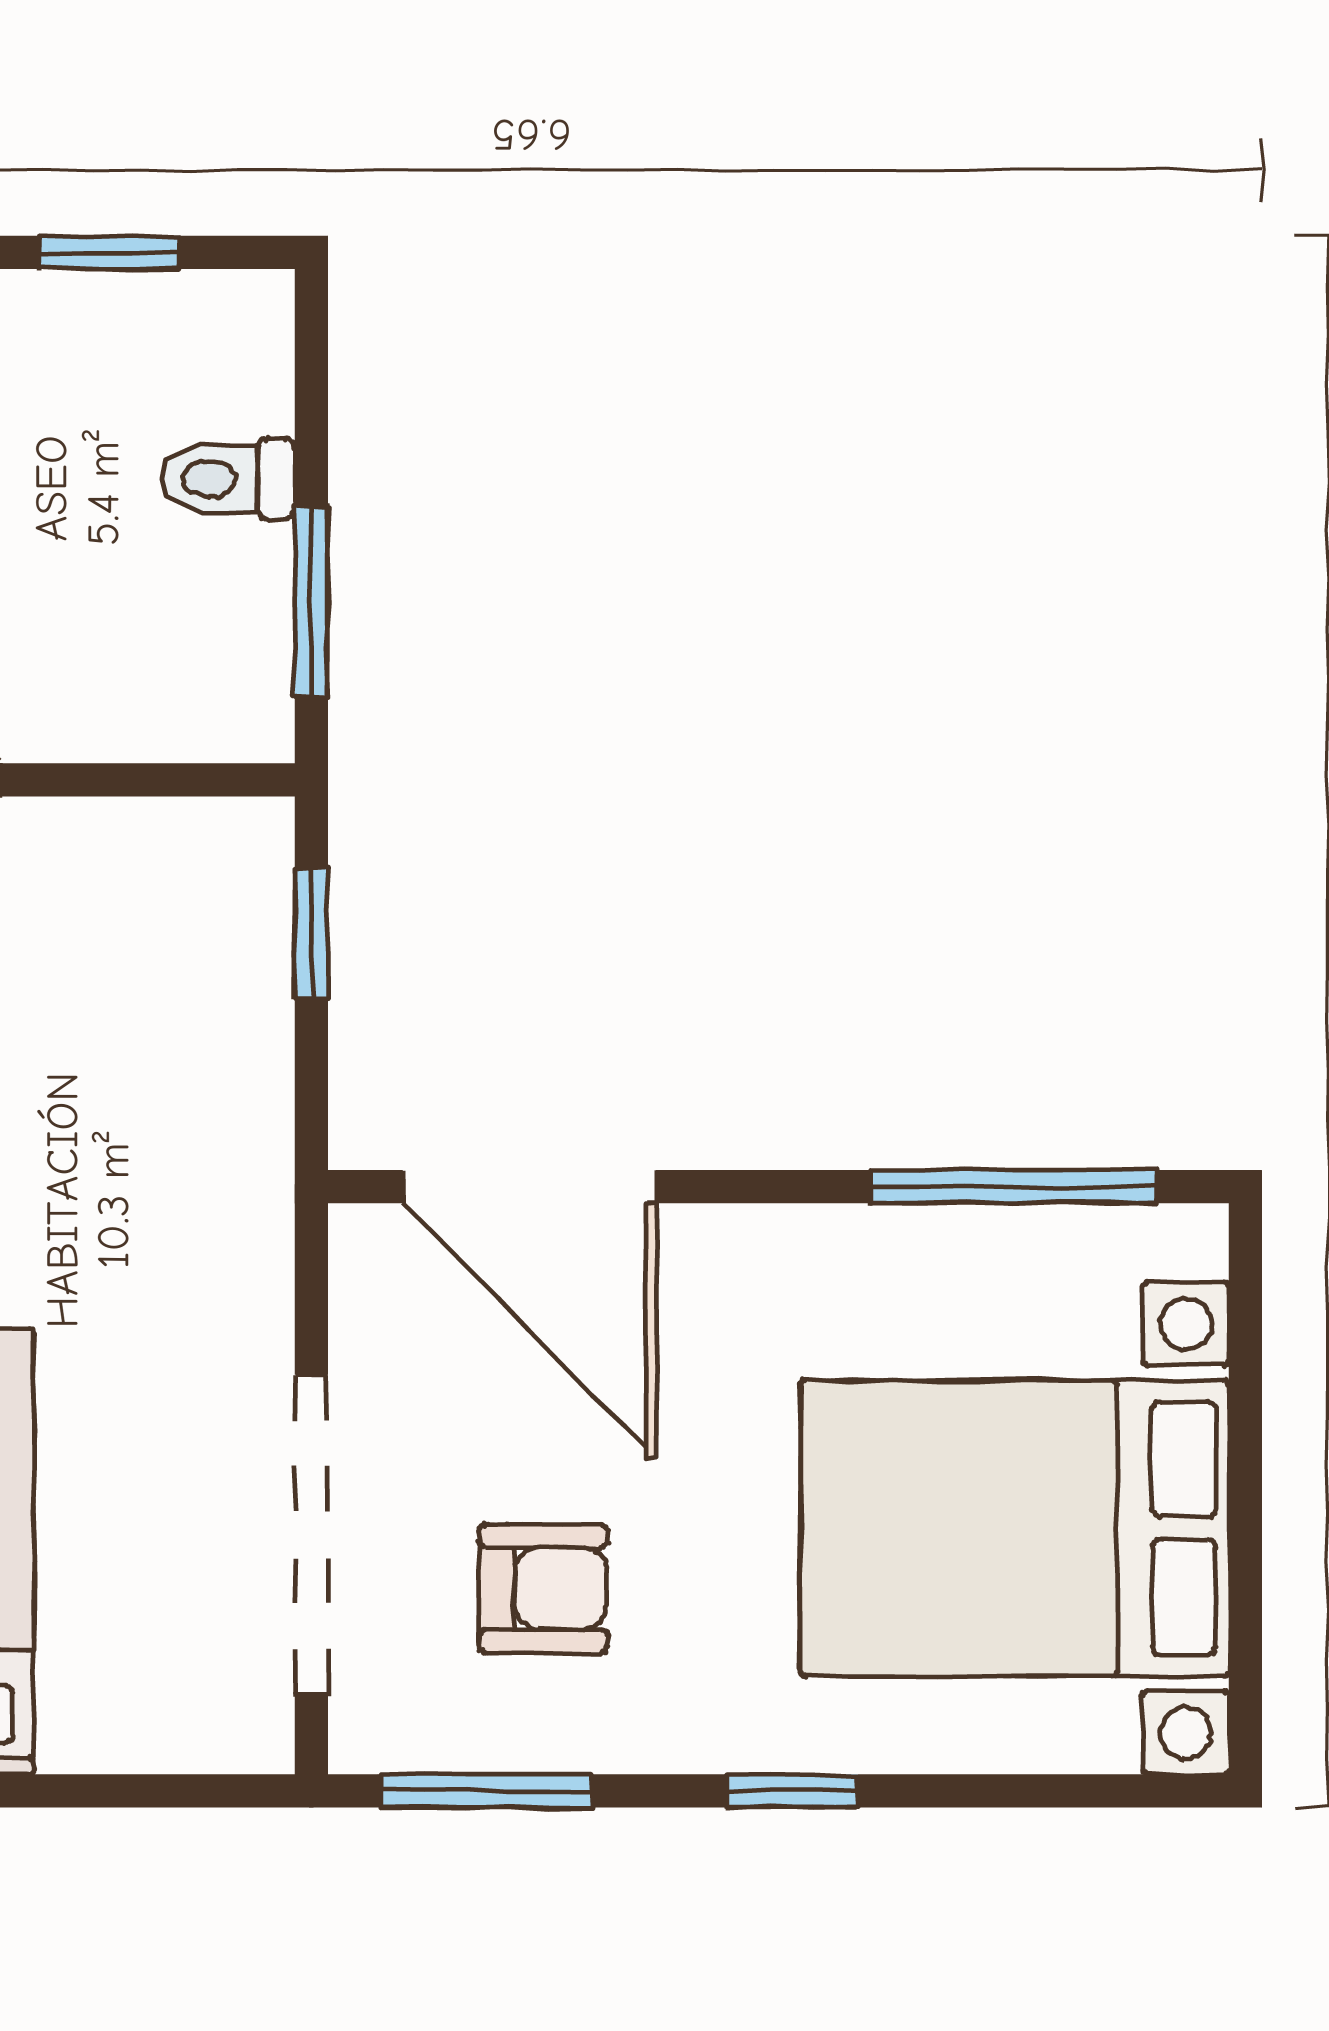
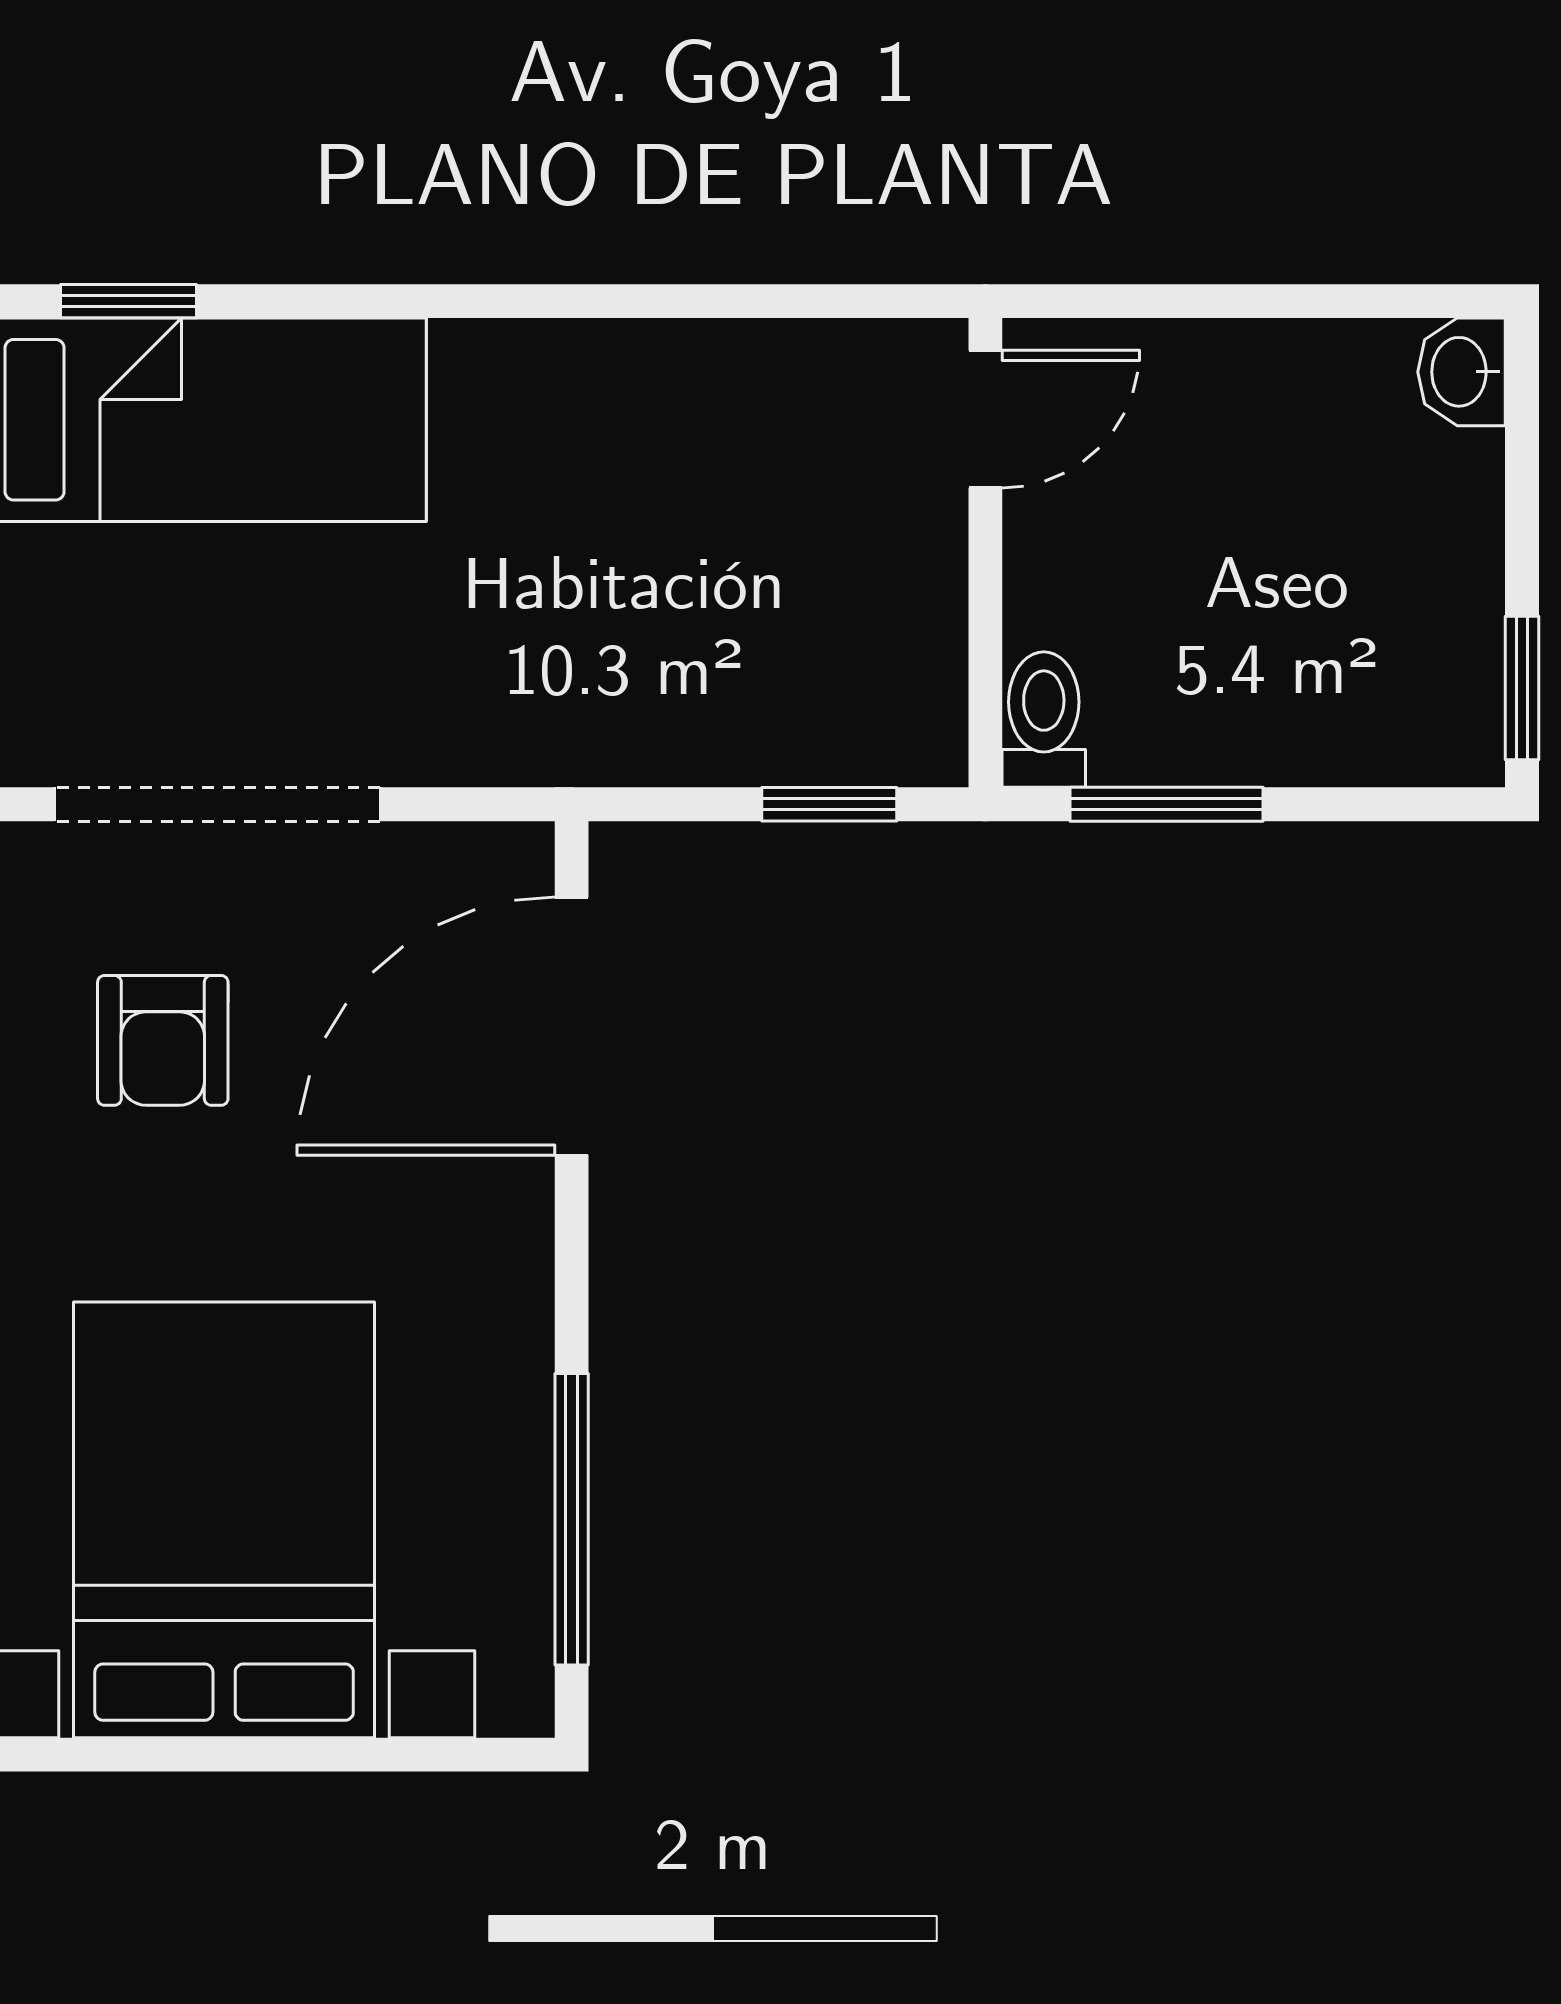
window: (109, 252) -> (1522, 688), moved
toilet: (228, 479) -> (1044, 720), moved

